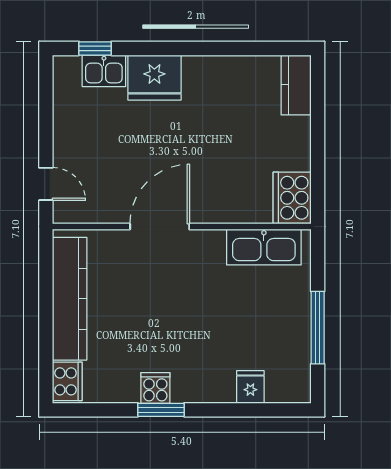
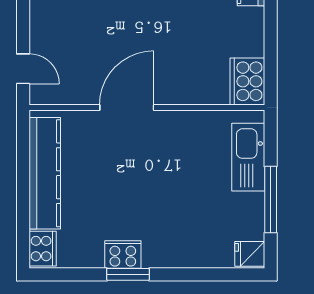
kitchen sink: (264, 247) -> (248, 157), moved, turned 90
fridge: (250, 387) -> (250, 254), moved, turned -90
cooker: (155, 388) -> (123, 255), width x1.36

